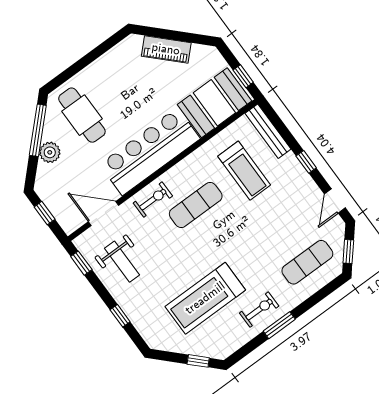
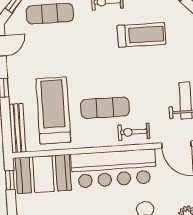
treadmill: (244, 171) -> (53, 110), width x1.37, depth x1.38
treadmill: (205, 298) -> (141, 35), width x0.73, depth x0.73

